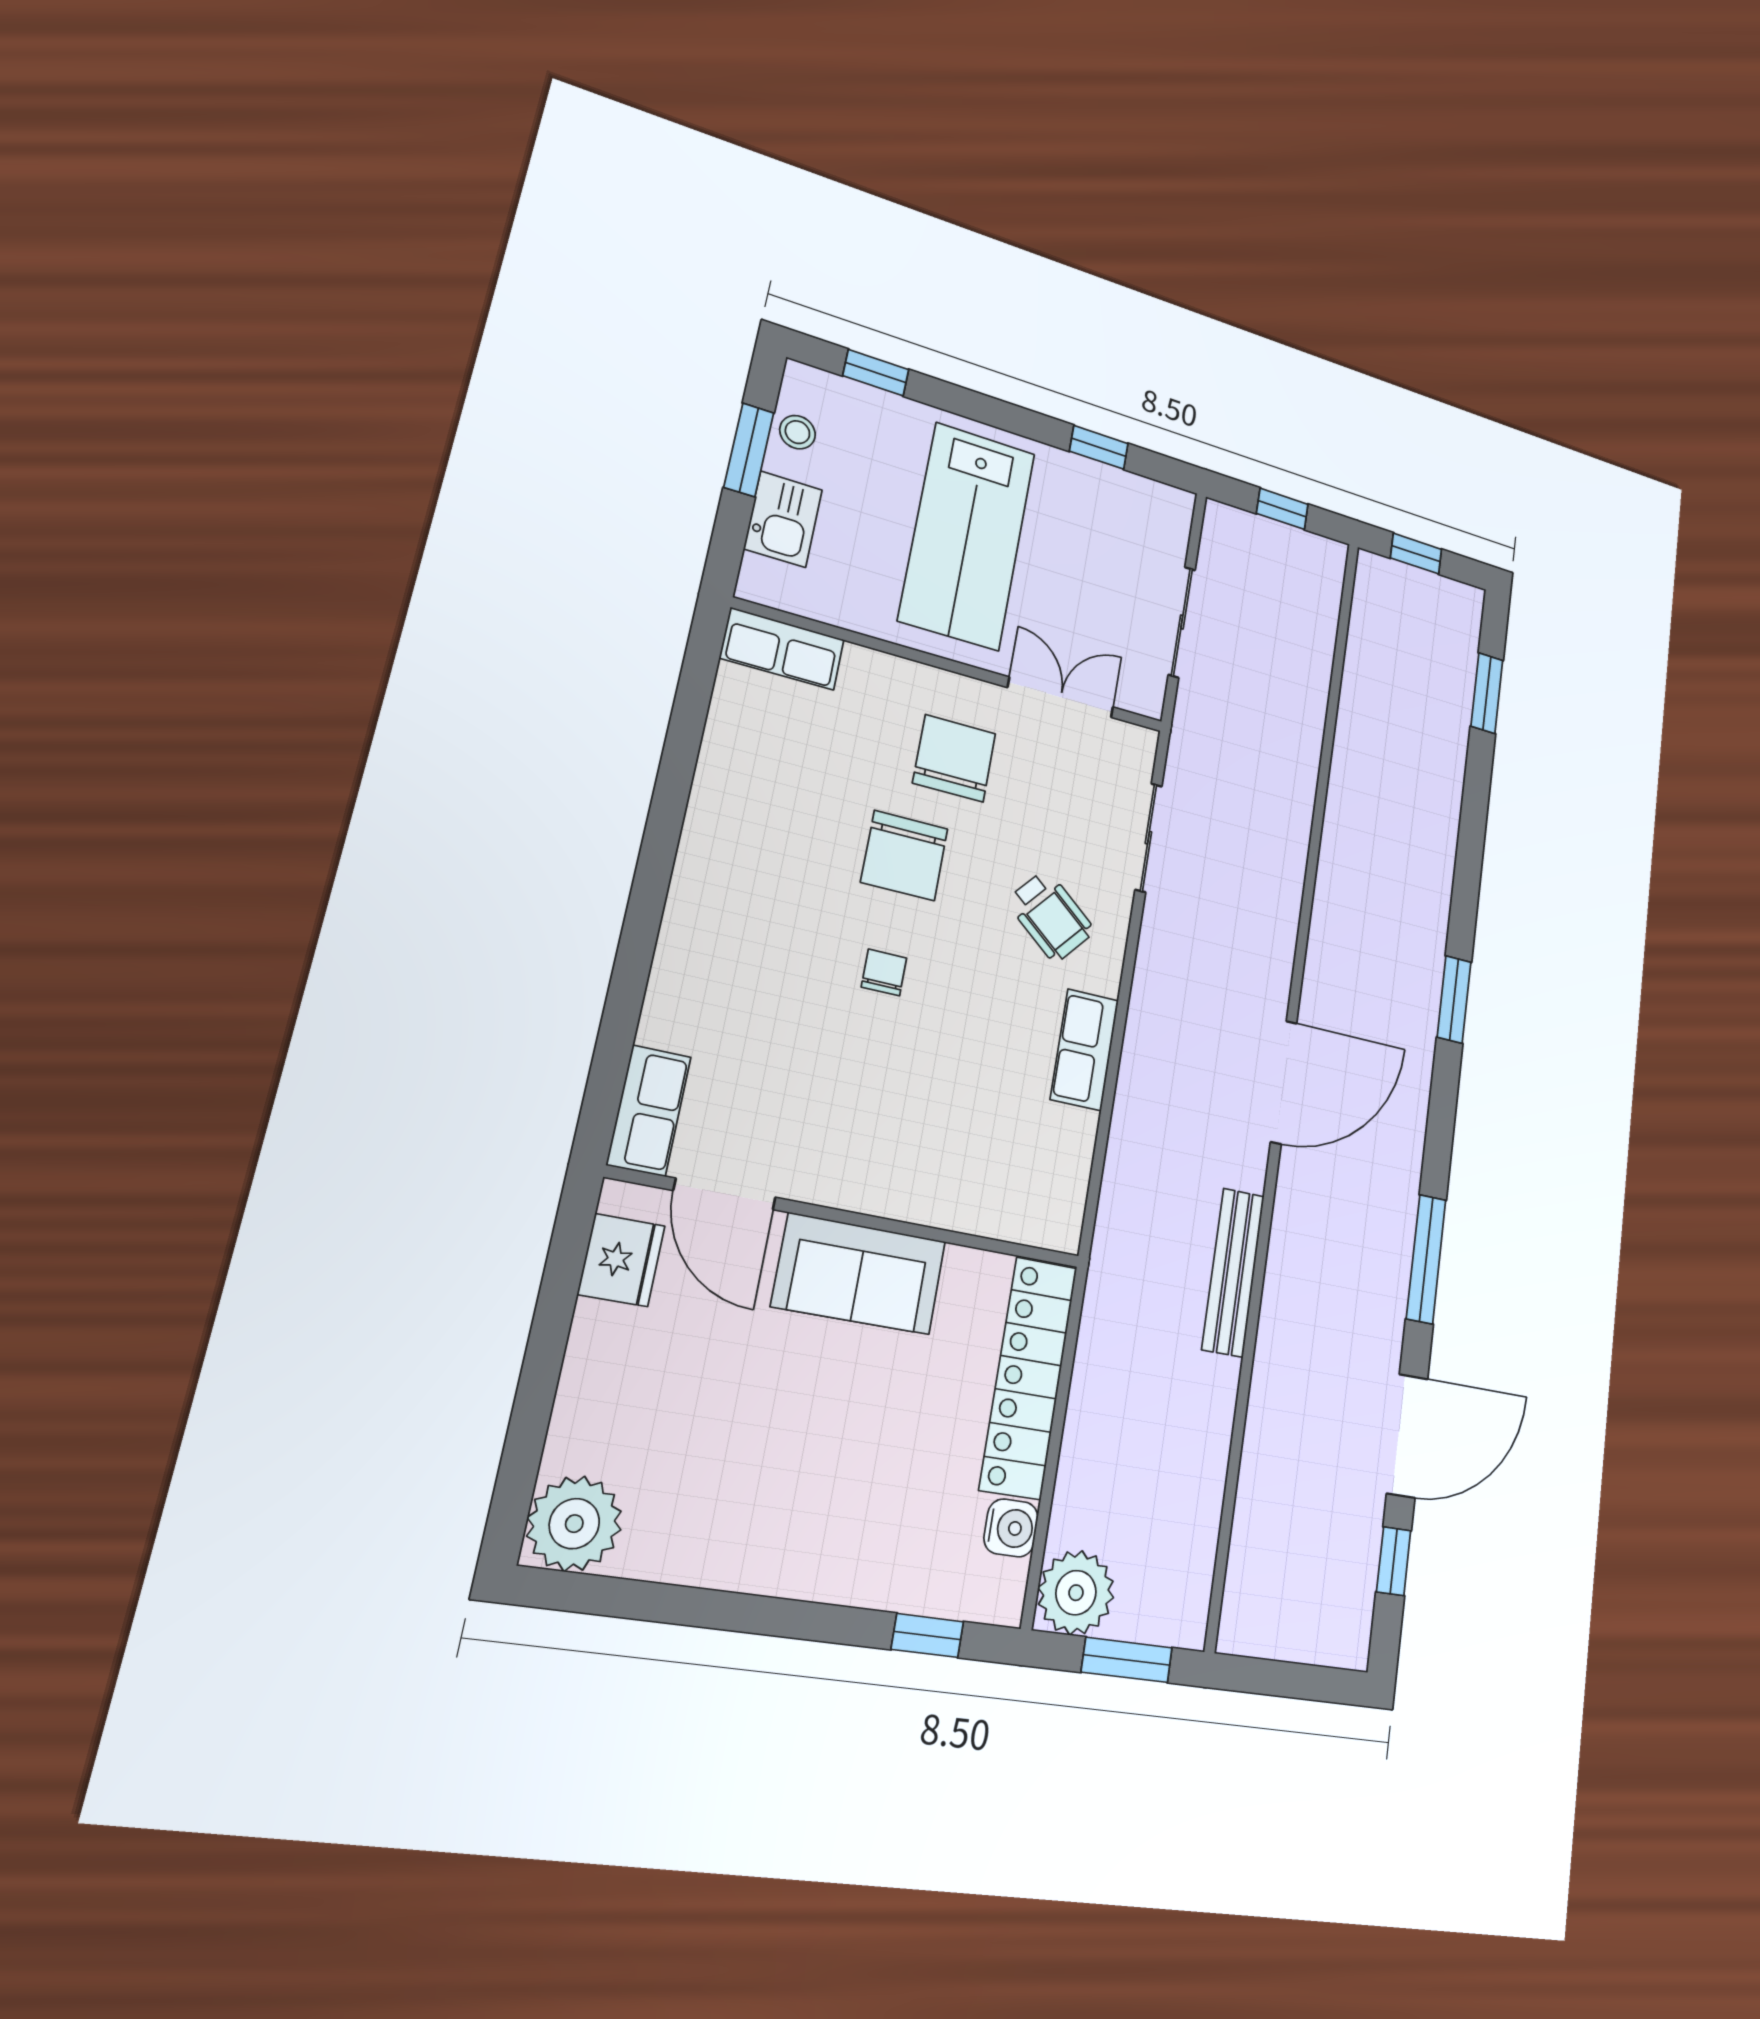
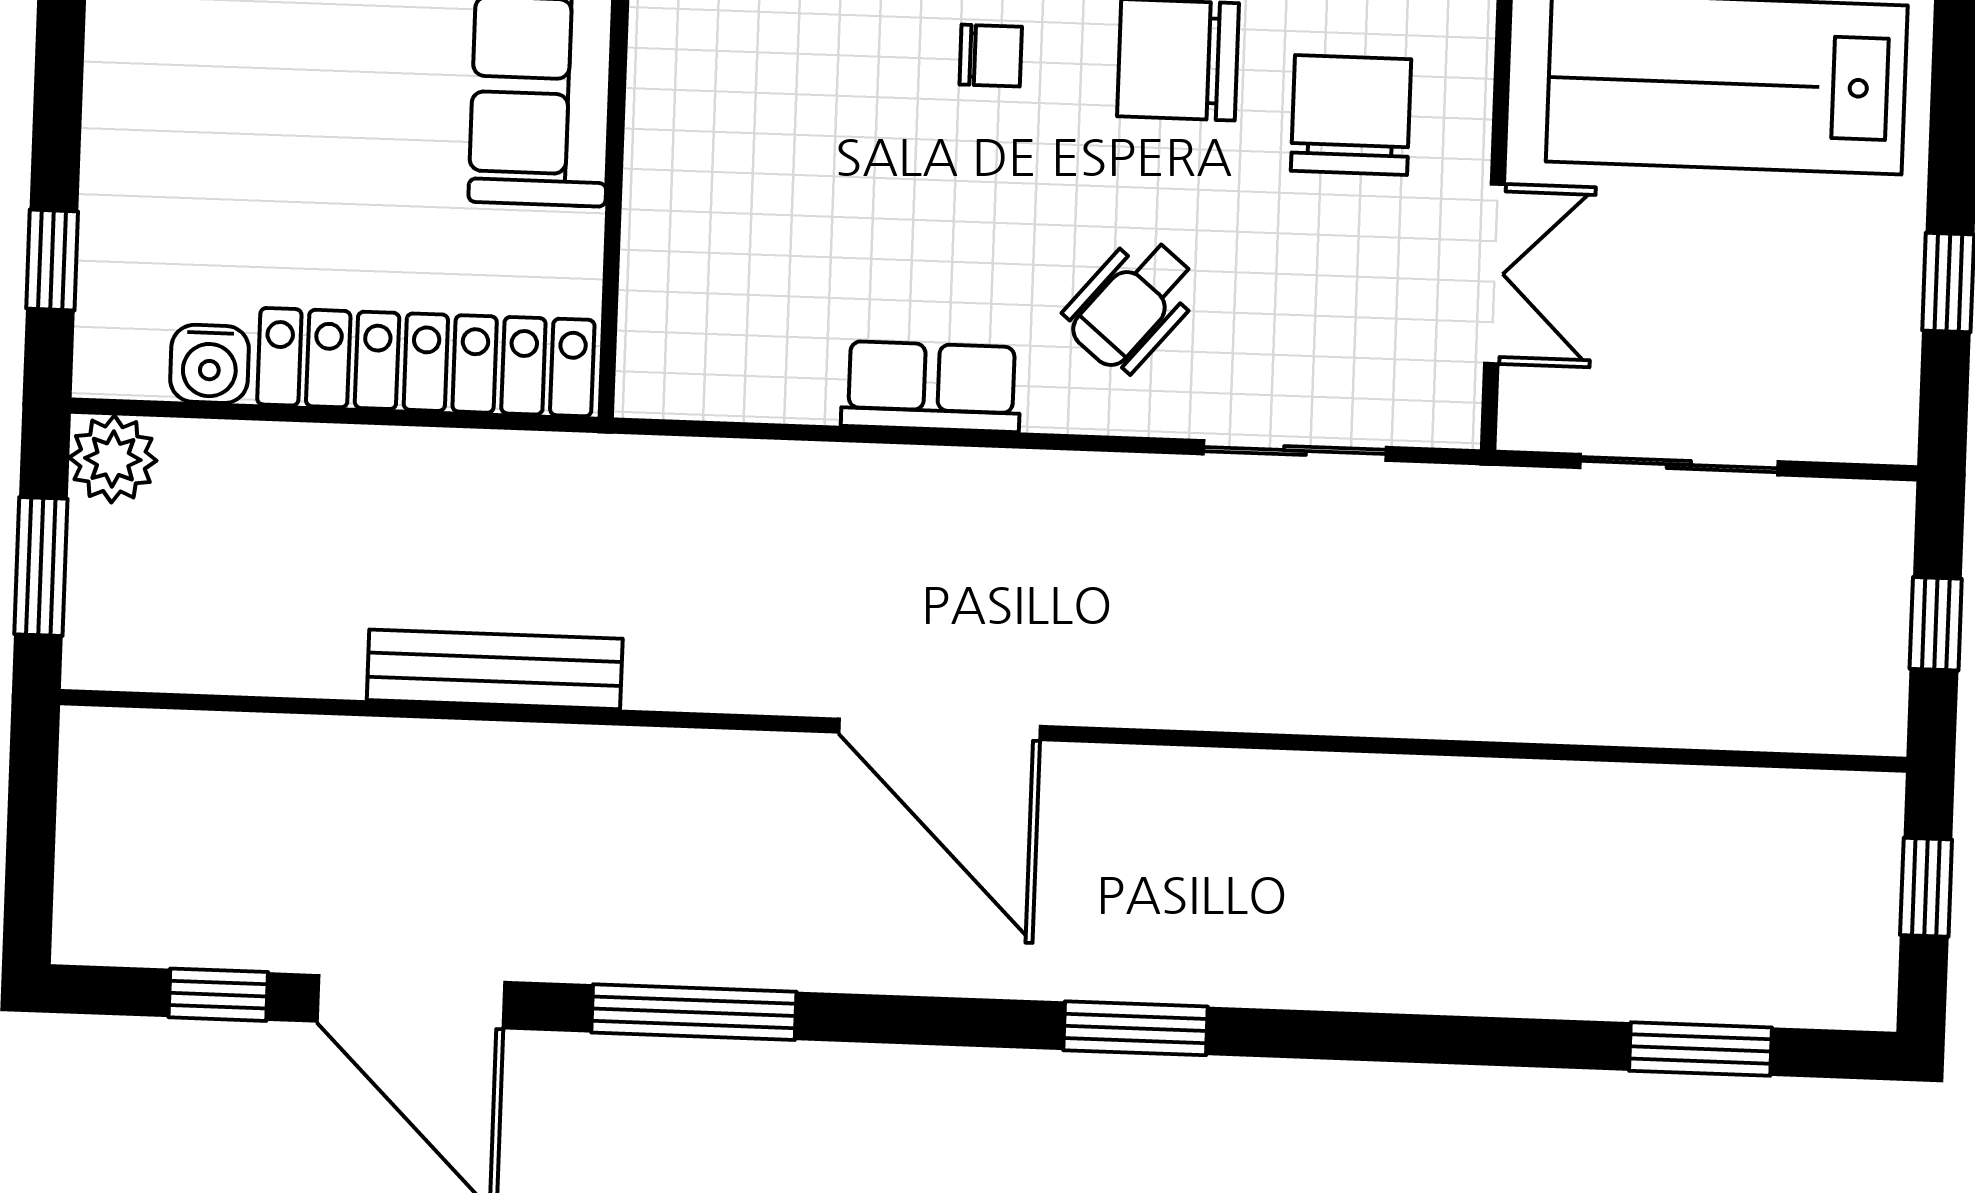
chair: (954, 758) -> (1351, 115), turned -90
bench: (1233, 1272) -> (495, 669), moved
plant: (1076, 1593) -> (113, 459), width x0.73, depth x0.73

